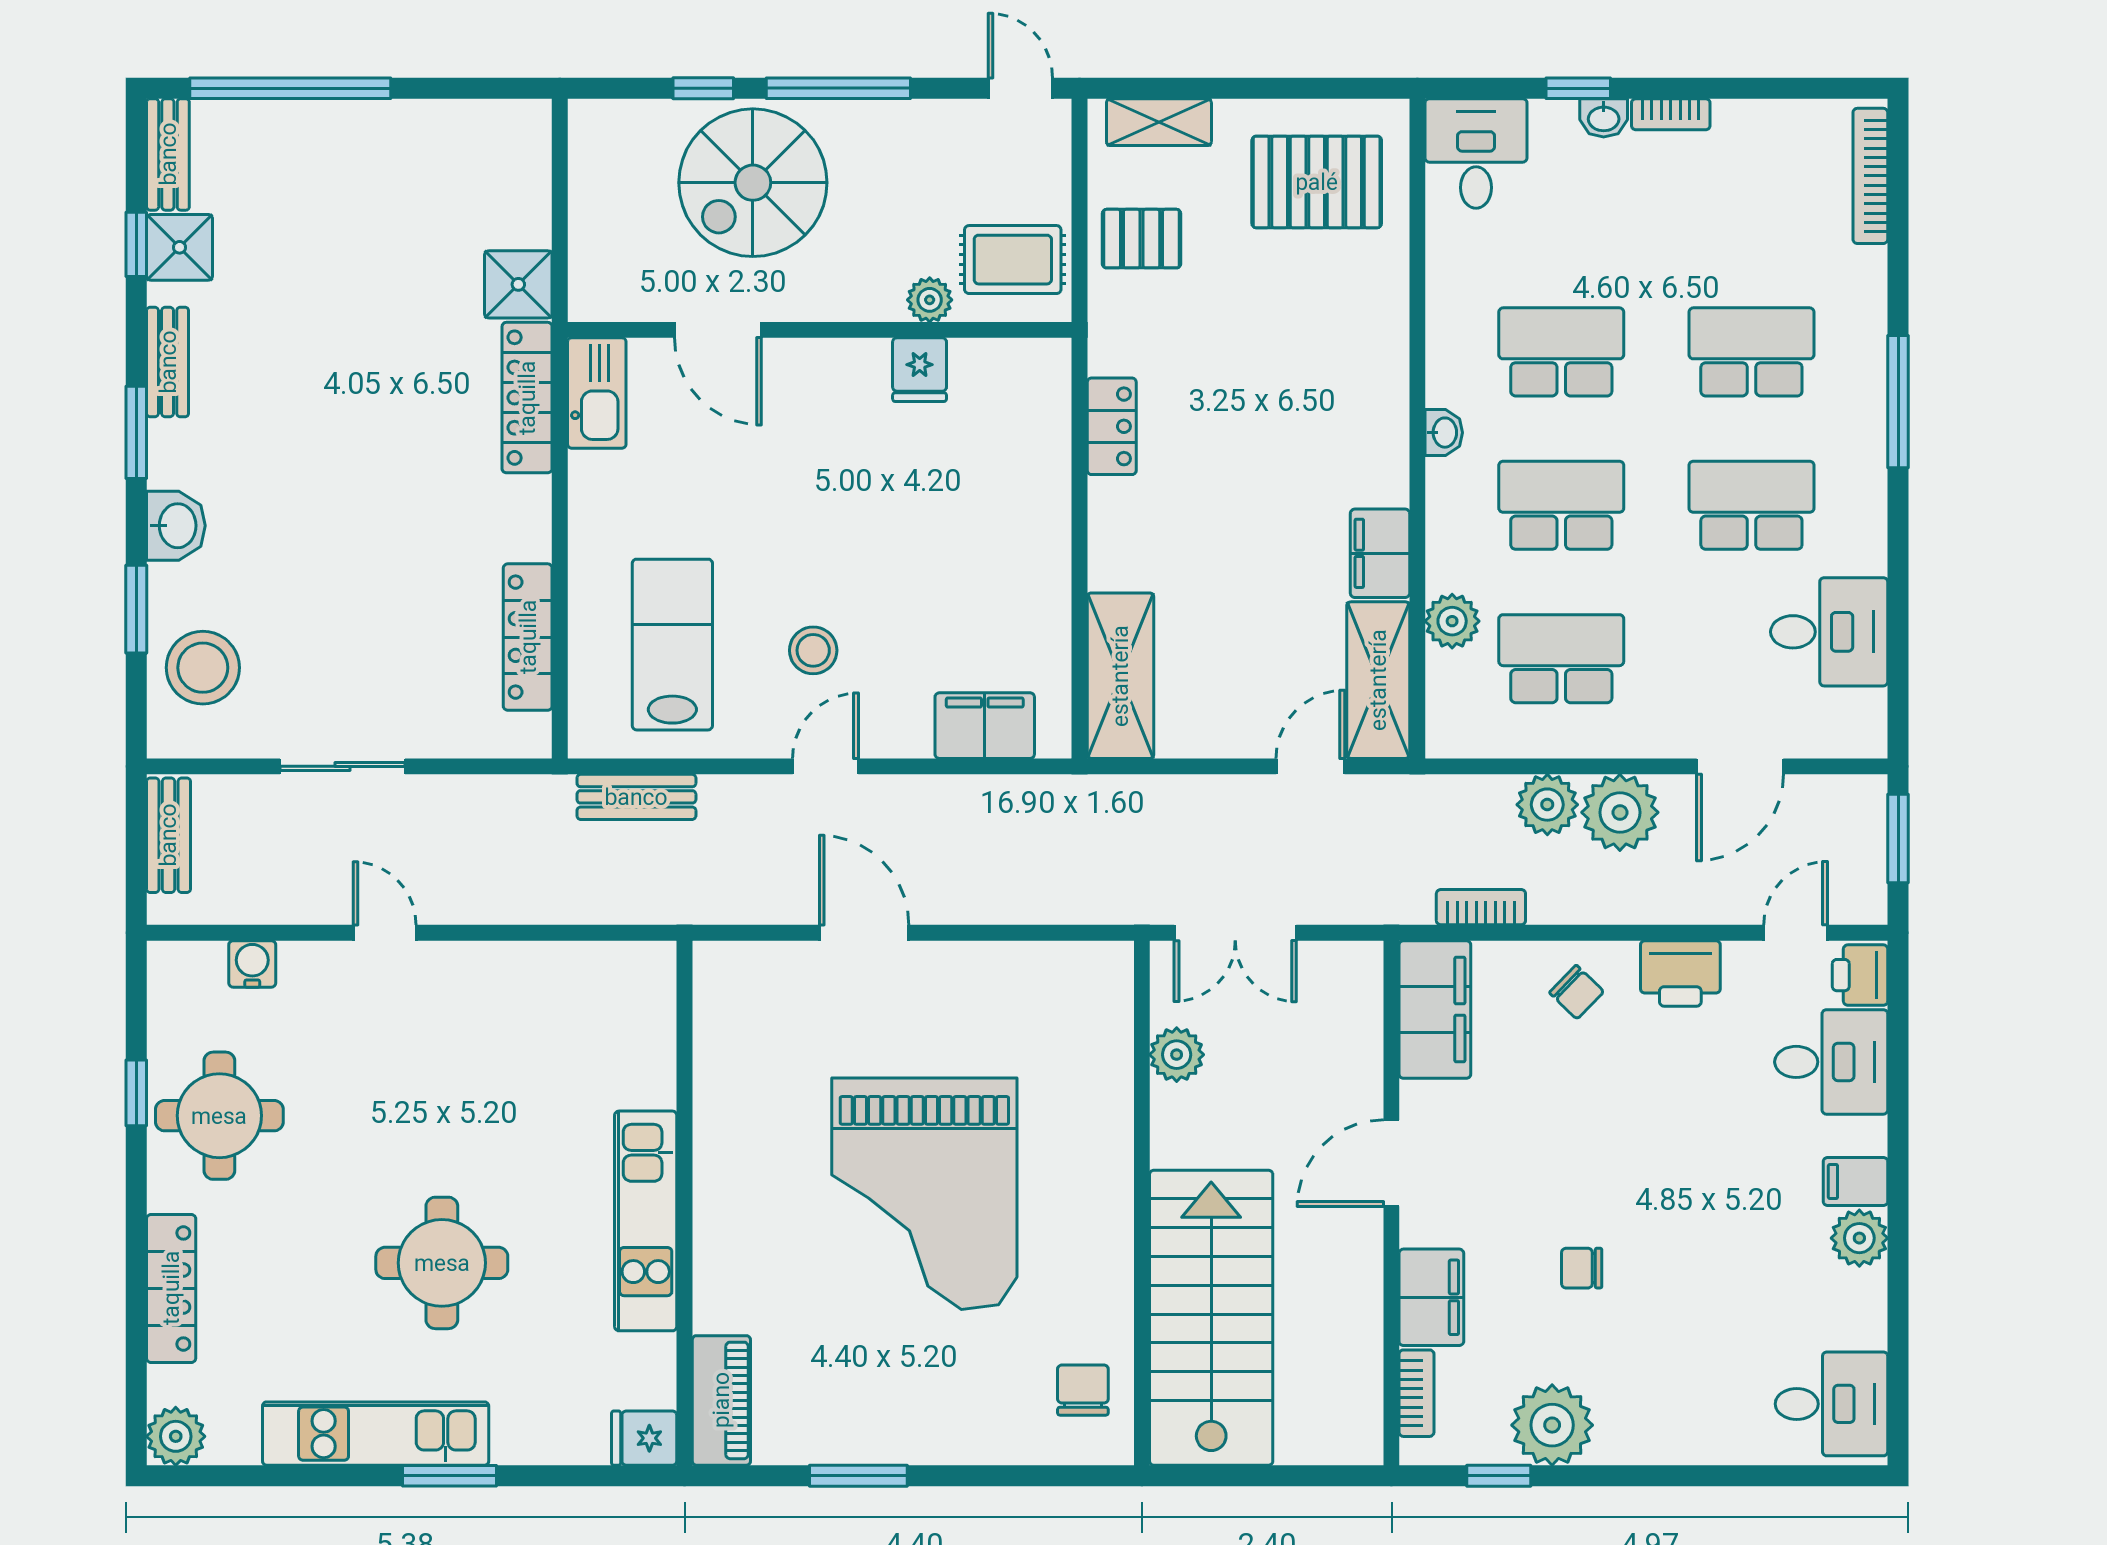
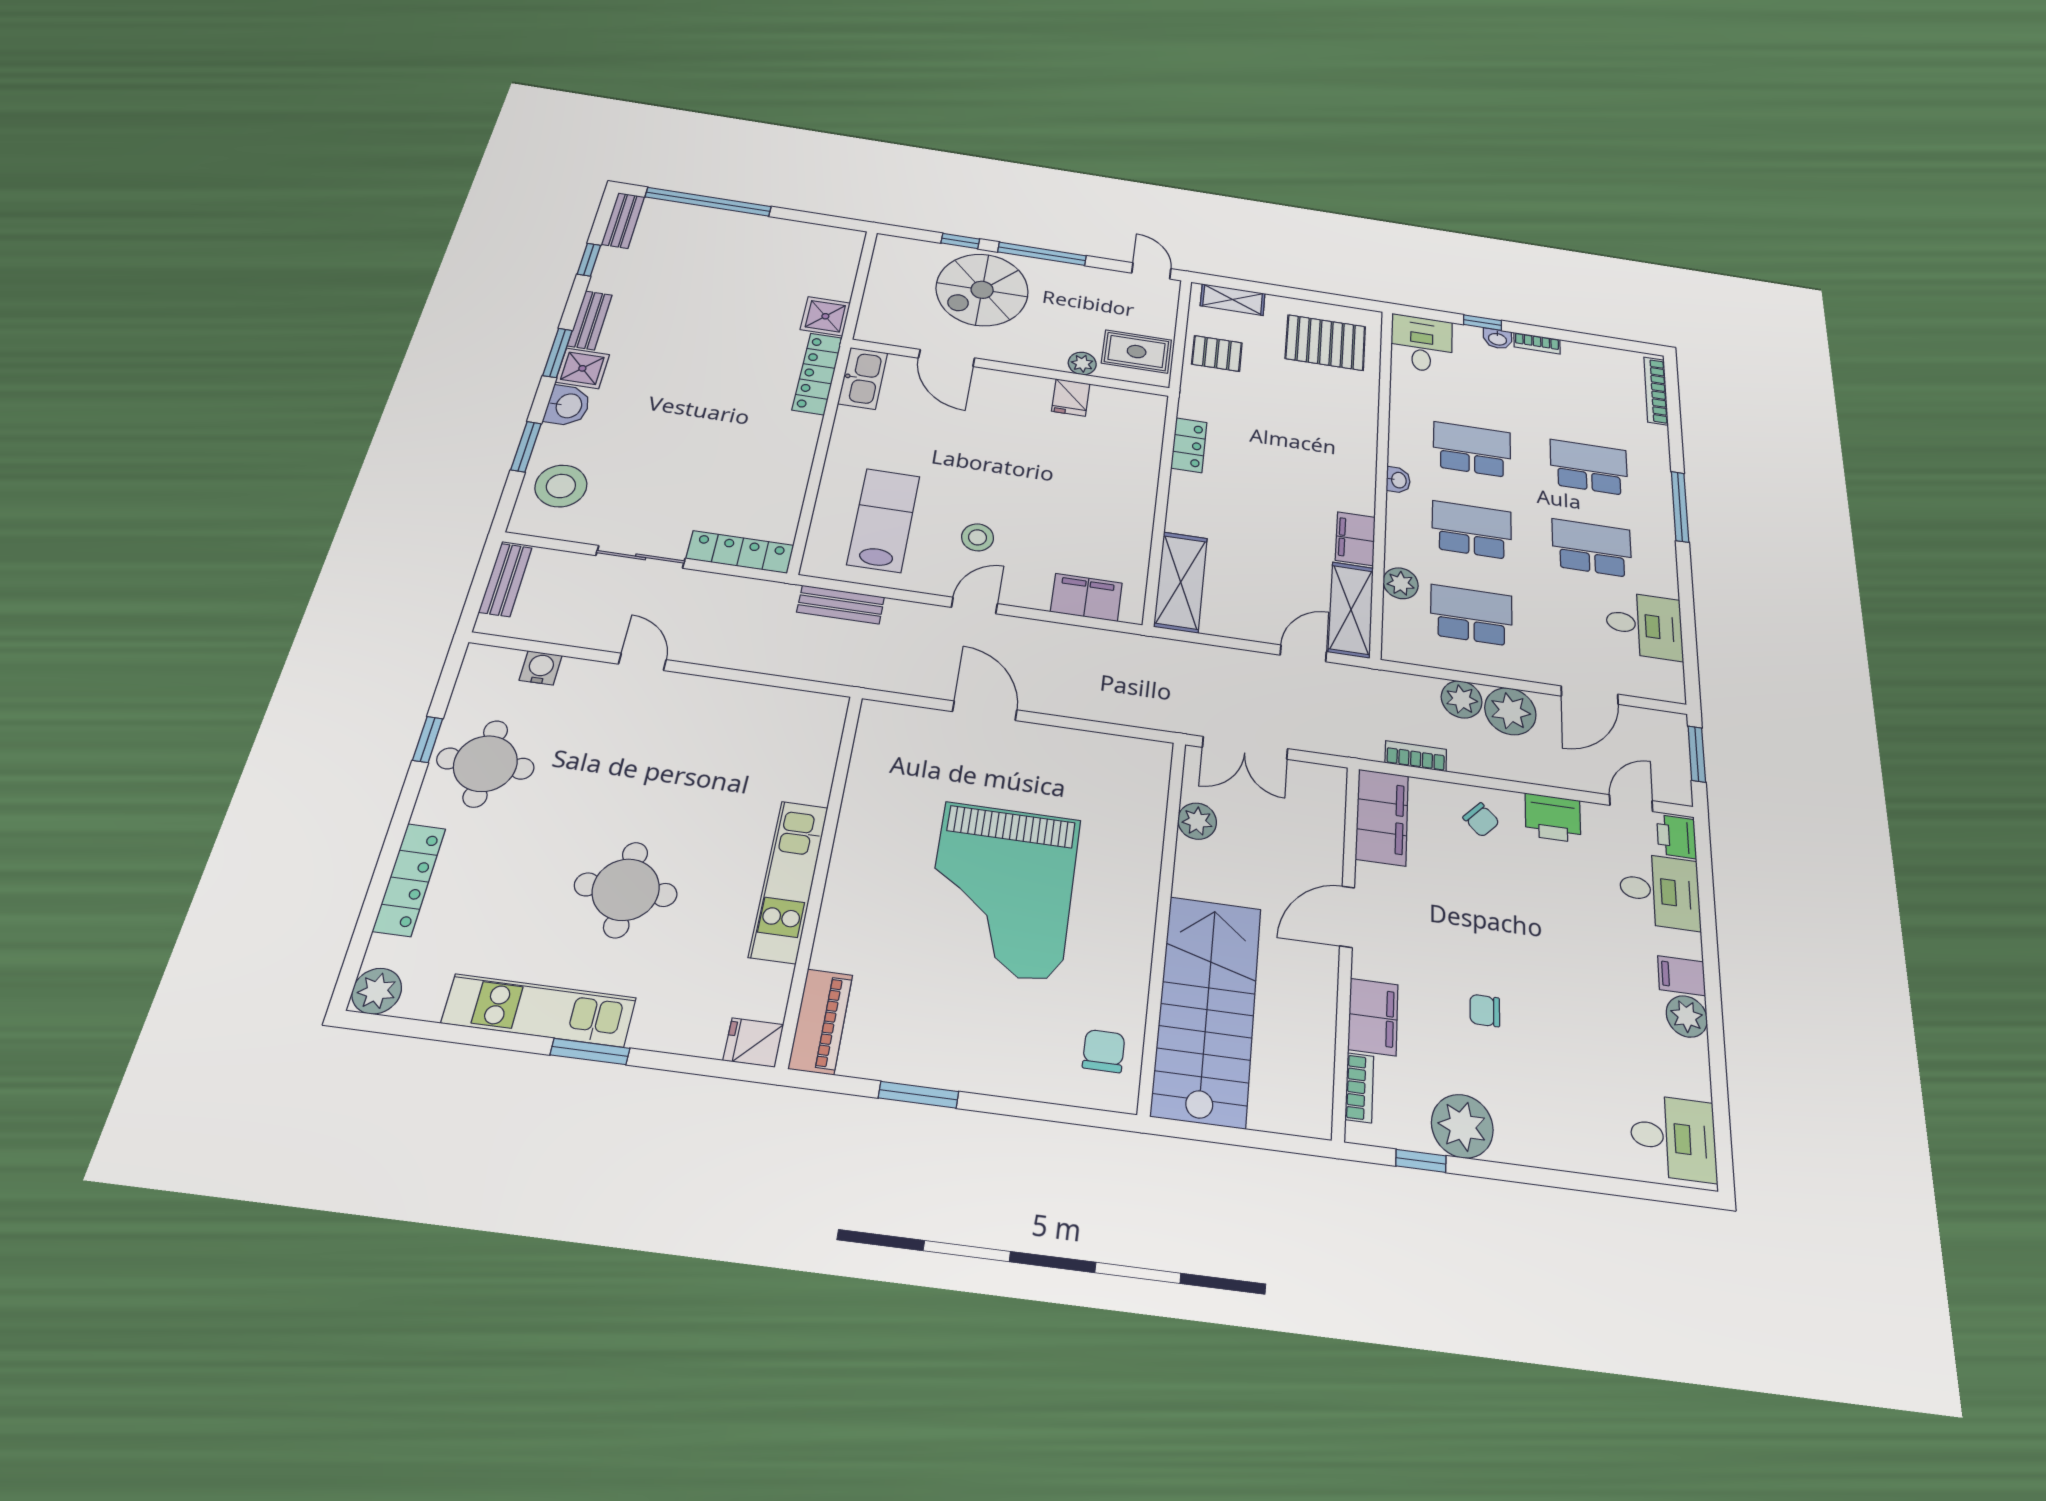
shower: (180, 247) -> (582, 368), moved
locker: (528, 637) -> (740, 552), moved, turned 90

